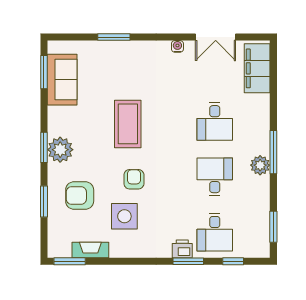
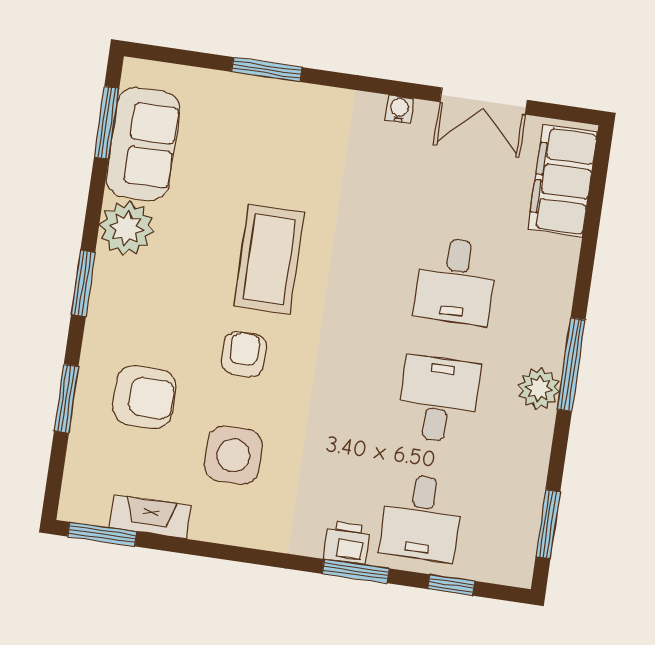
plant: (60, 150) -> (127, 228), moved
armchair: (134, 179) -> (244, 354), moved
armchair: (80, 196) -> (144, 397), turned 180

